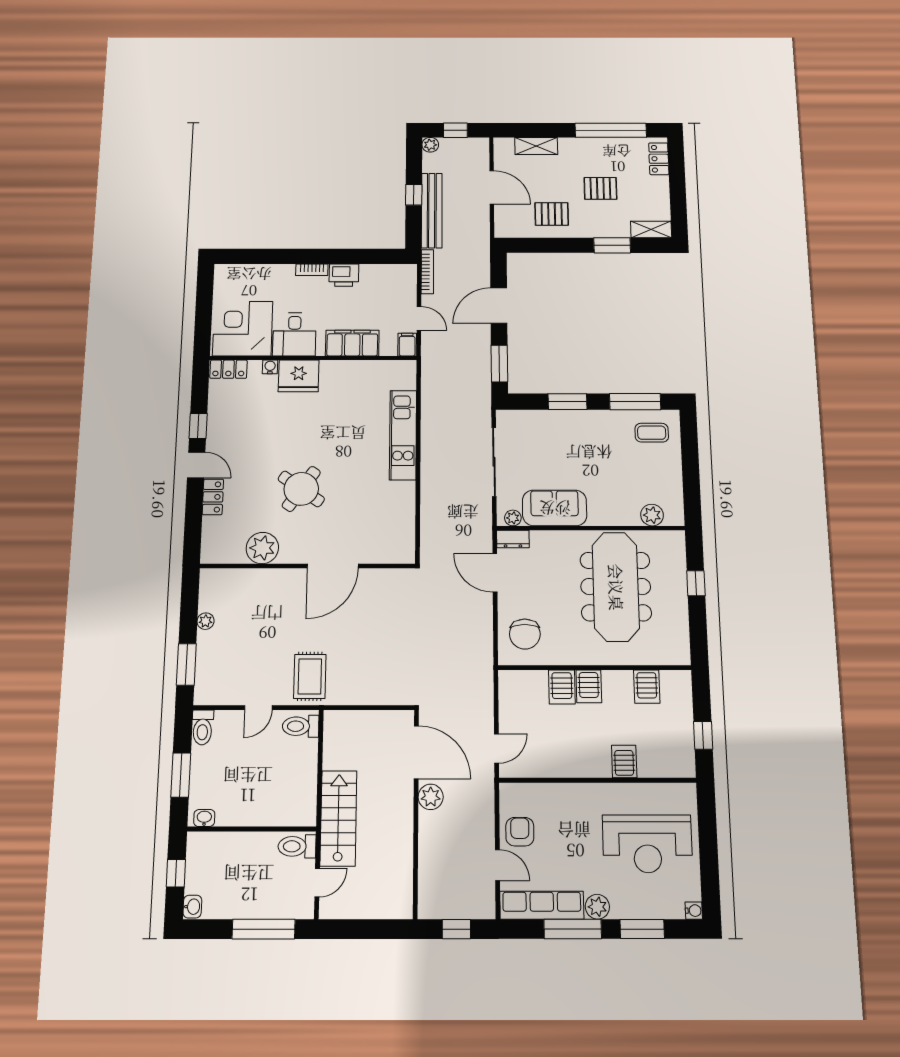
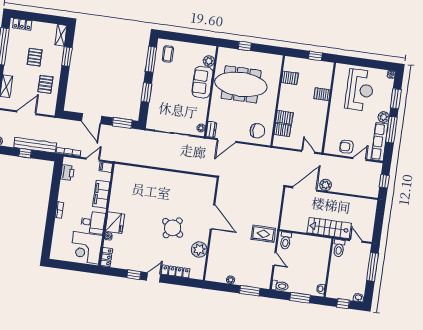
printer: (344, 275) -> (67, 173), moved
kitchen unit: (403, 435) -> (152, 175), removed
locker: (213, 497) -> (176, 271), width x1.53
sofa: (555, 508) -> (202, 82), moved
server rack: (589, 686) -> (282, 130), moved

